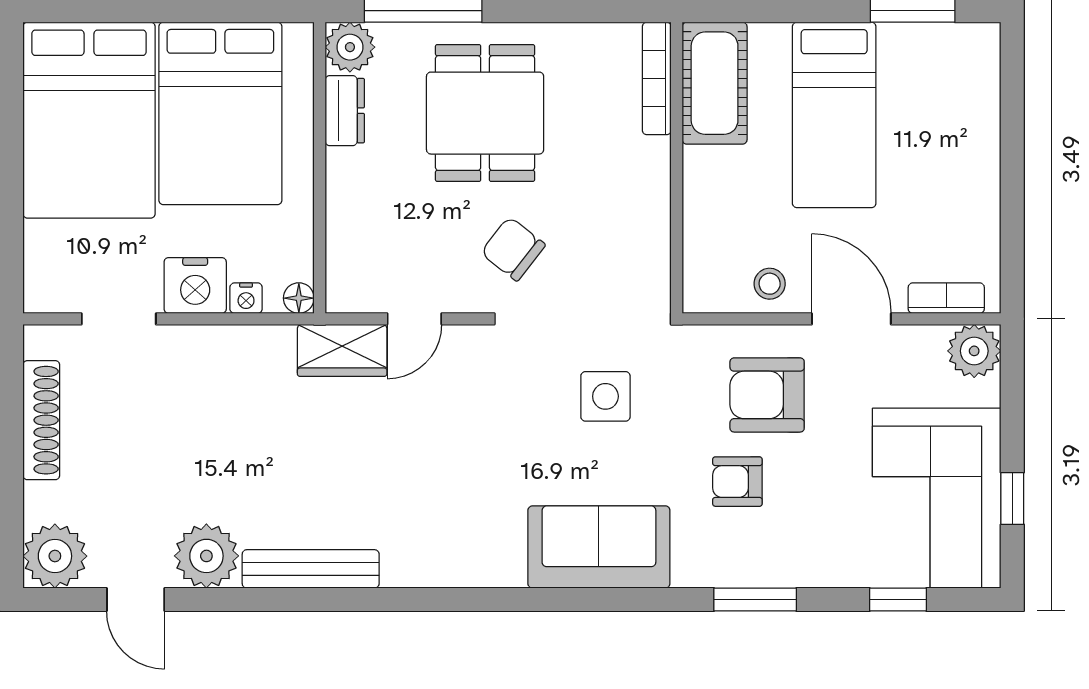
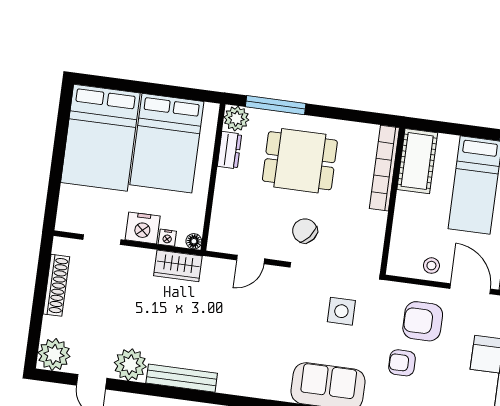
bookcase: (657, 78) -> (384, 168), width x1.48, depth x1.31
dining table: (485, 113) -> (300, 161), turned 90
wardrobe: (342, 350) -> (178, 266), moved

